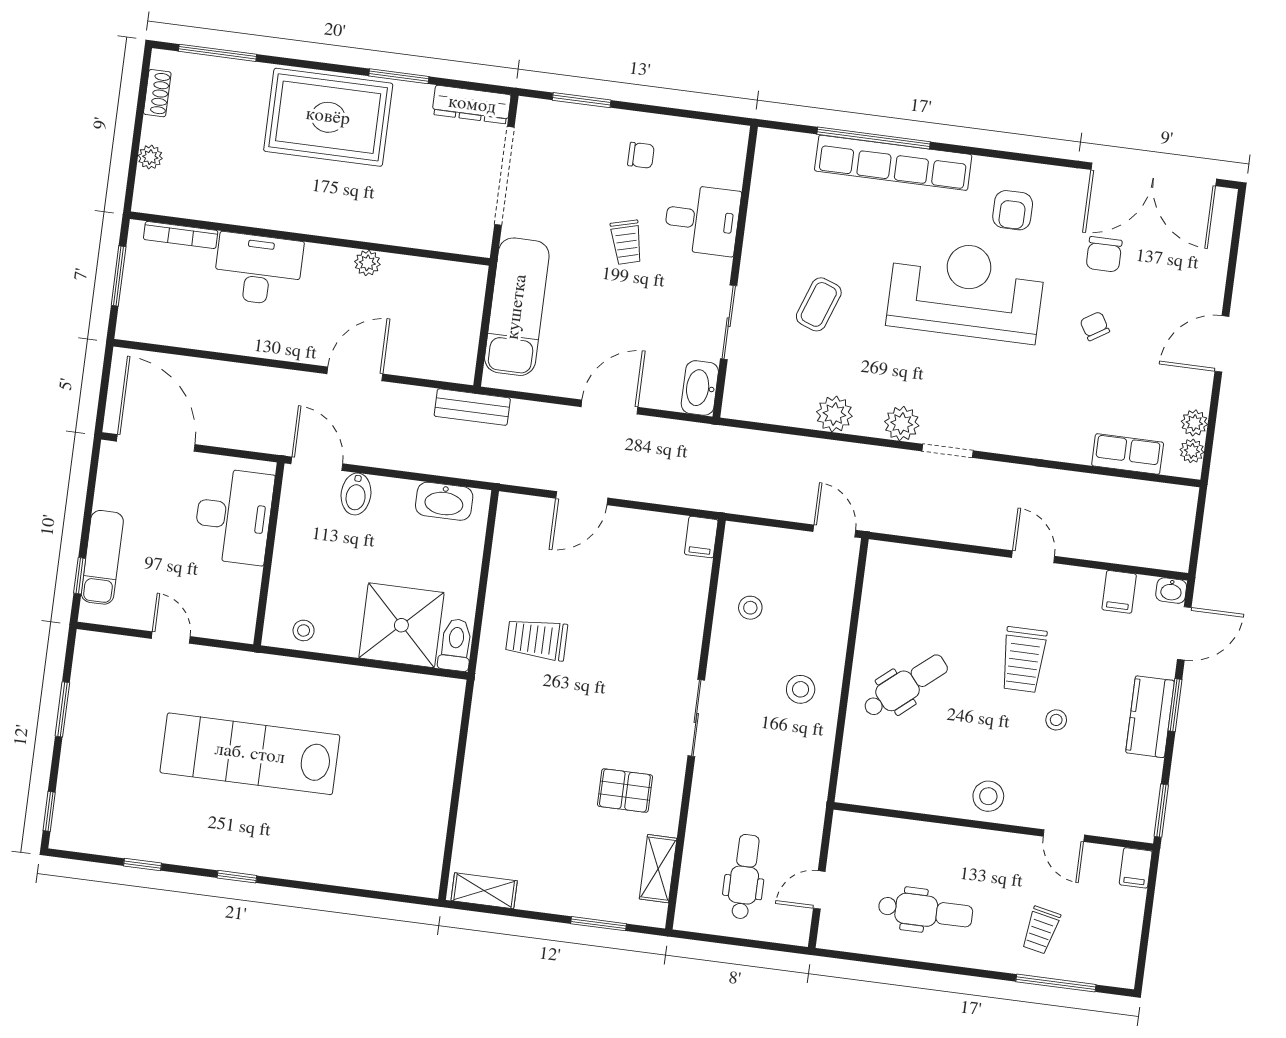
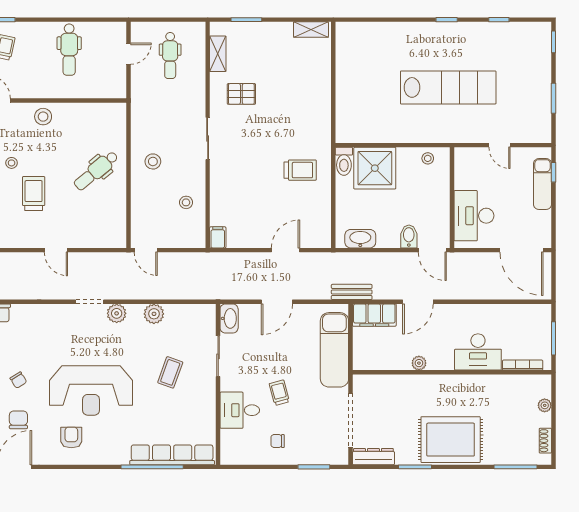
row of seats: (893, 163) -> (172, 455), moved
filing cabinet: (437, 360) -> (374, 315), added
door: (1033, 557) -> (56, 250), moved
dental chair: (926, 911) -> (69, 50), turned -90

